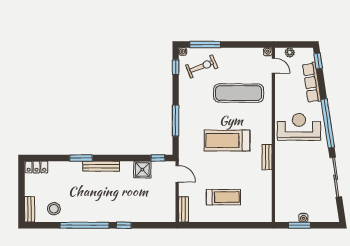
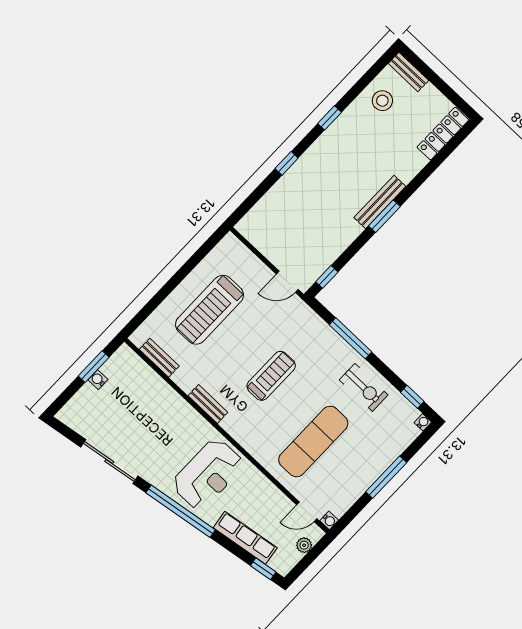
window: (205, 45) -> (386, 477), moved
exercise bike: (202, 66) -> (364, 387), moved, turned -69
treadmill: (227, 141) -> (271, 376), width x0.73, depth x0.73
window: (81, 158) -> (384, 216), moved
locker: (36, 167) -> (443, 134), width x1.53
shower: (142, 170) -> (331, 246), removed
treadmill: (223, 197) -> (210, 310), width x1.37, depth x1.38
bench: (184, 209) -> (159, 358), moved
window: (84, 225) -> (330, 118), width x0.32

